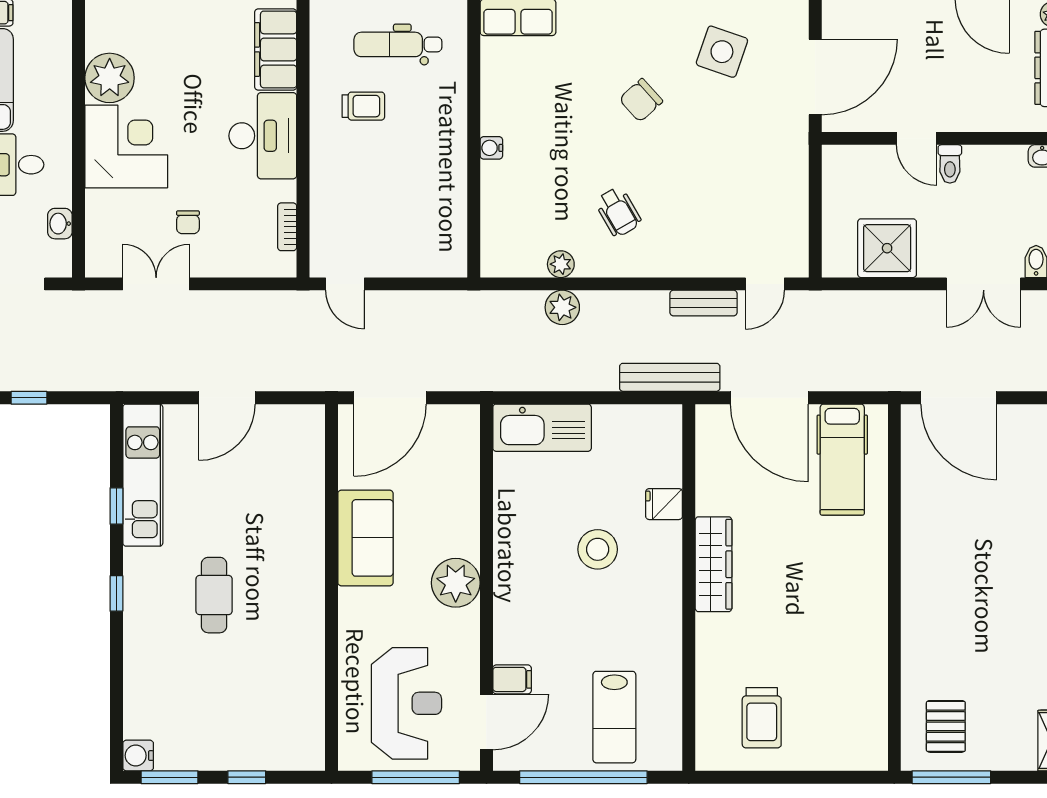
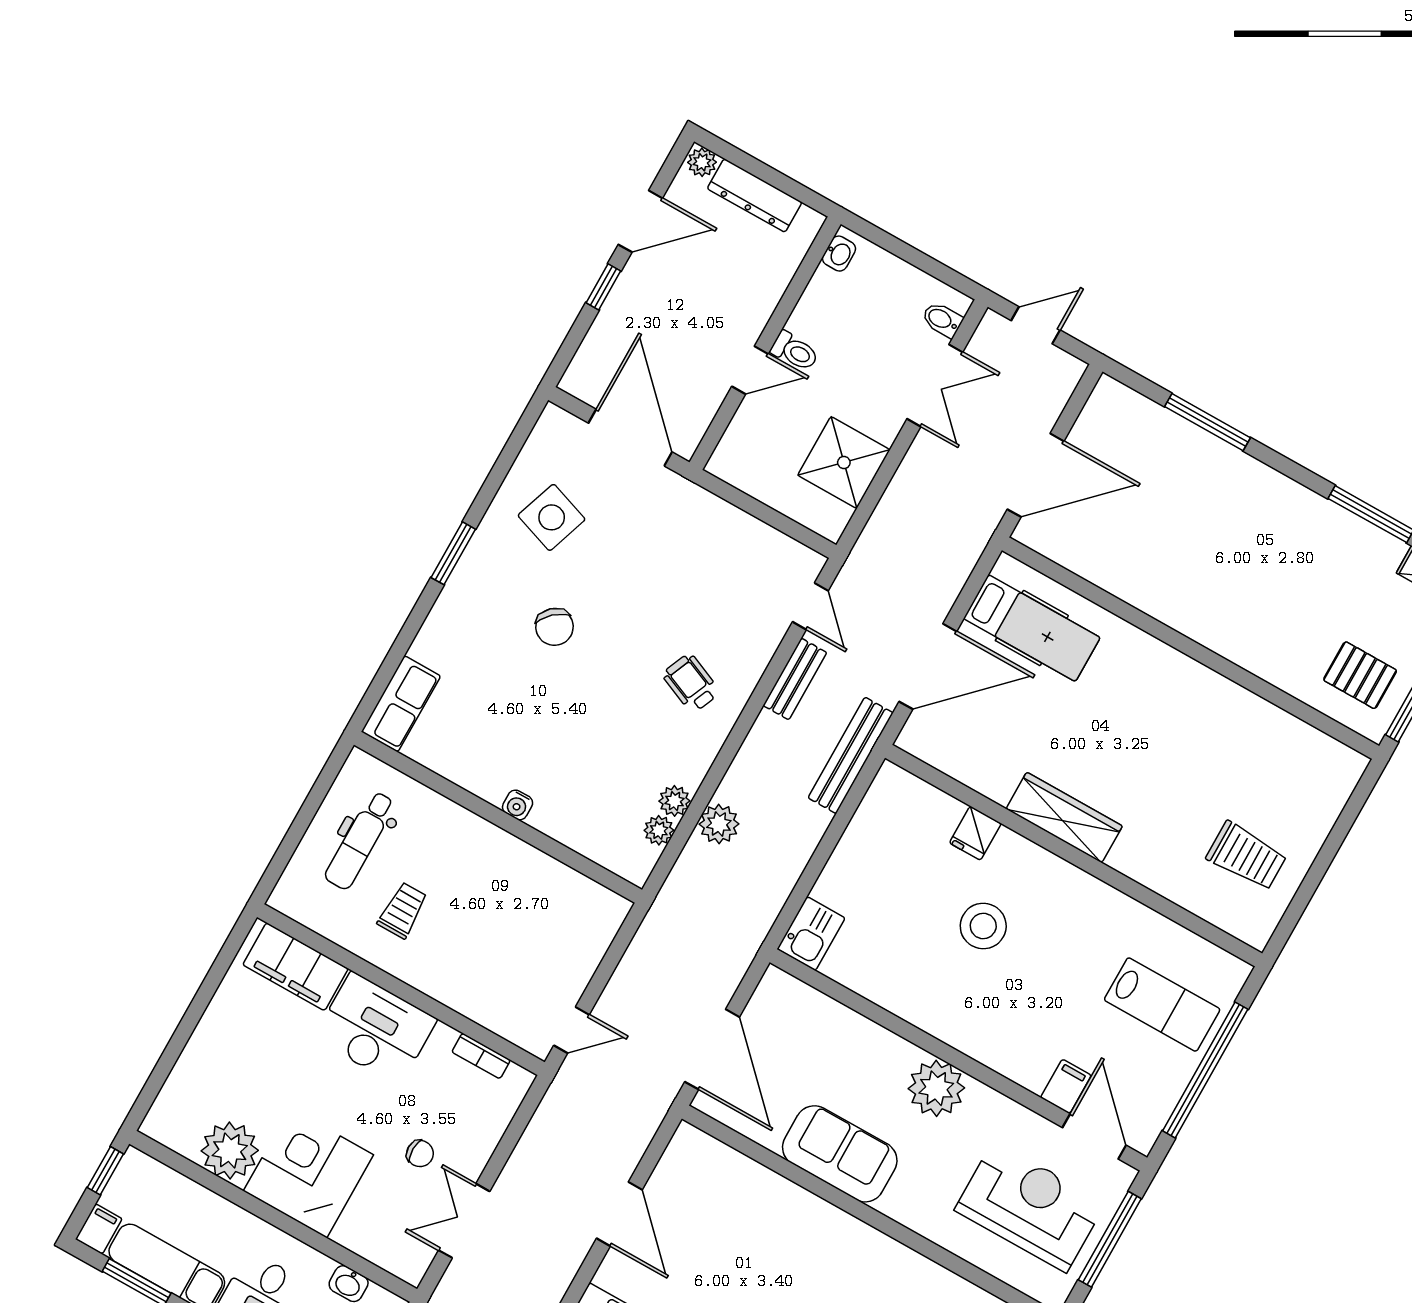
wheelchair: (618, 212) -> (691, 683), moved, turned -127
plant: (532, 265) -> (659, 830), added
kitchen sink: (542, 428) -> (811, 934), width x0.53, depth x0.81

